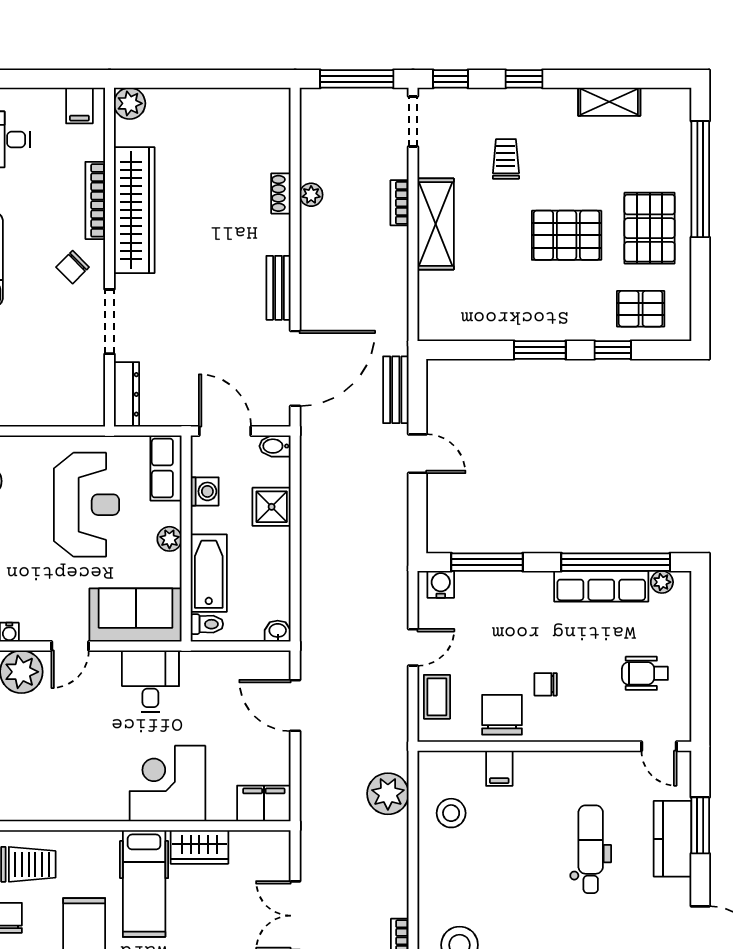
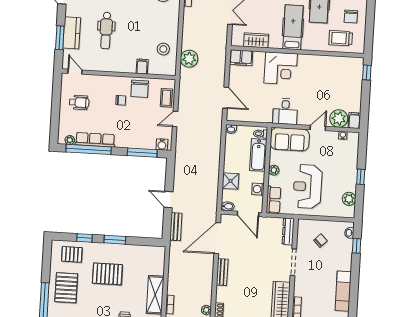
pallet: (567, 235) -> (107, 274), moved
chair: (73, 267) -> (321, 241), moved
wardrobe: (199, 847) -> (256, 40), moved

